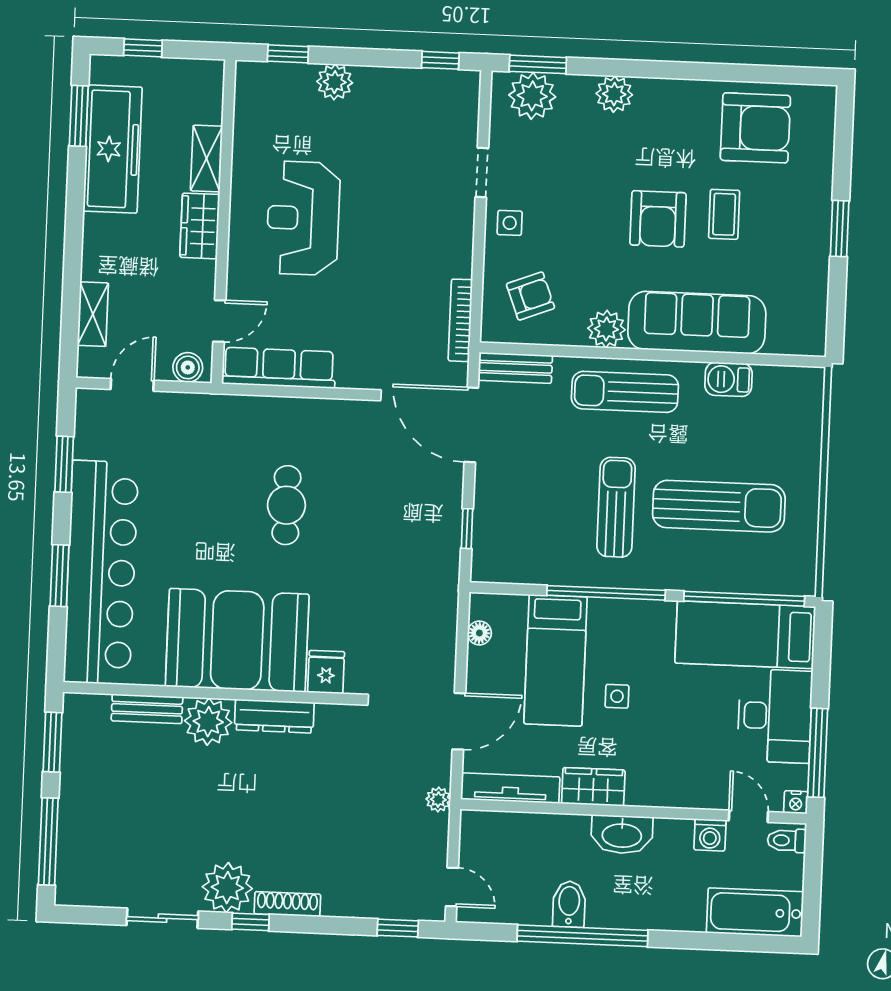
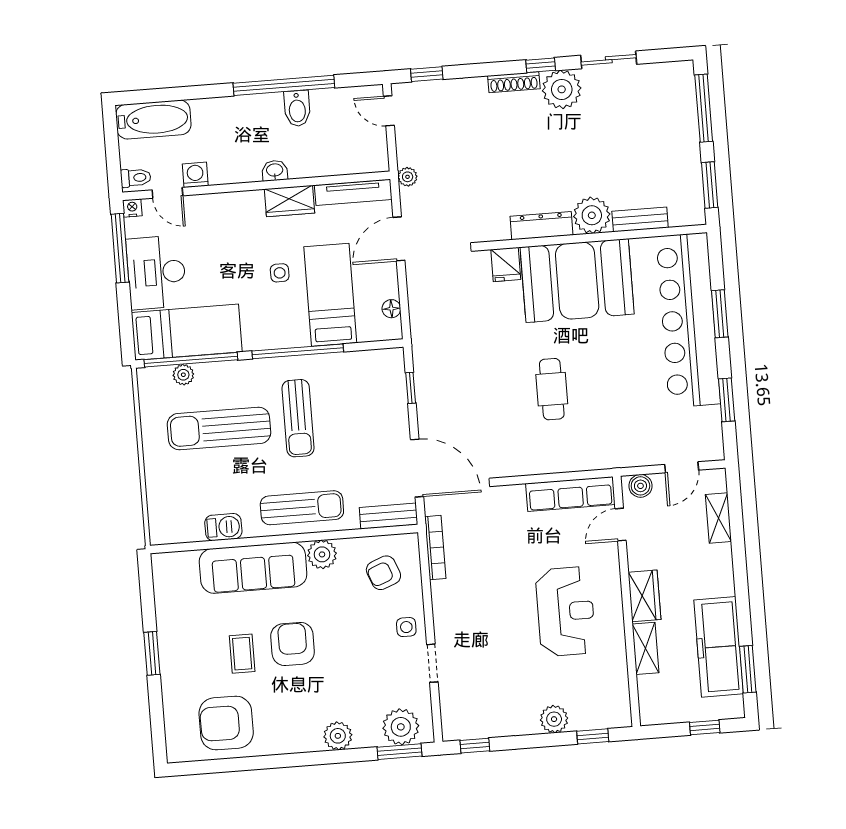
plant: (756, 581) -> (183, 375), added
washbasin: (622, 834) -> (275, 171), width x0.52, depth x0.69

